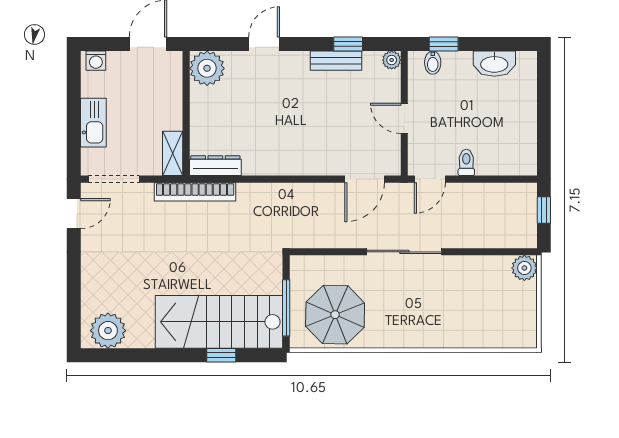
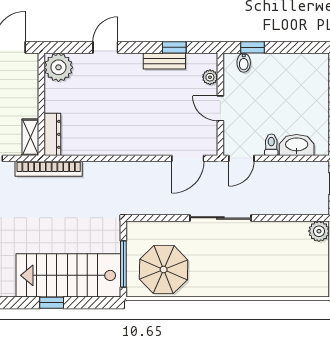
plant: (392, 60) -> (210, 77), moved
washbasin: (494, 64) -> (297, 145), moved, turned 180
dresser: (215, 166) -> (52, 134), moved, turned 90
window: (221, 355) -> (52, 303), moved

